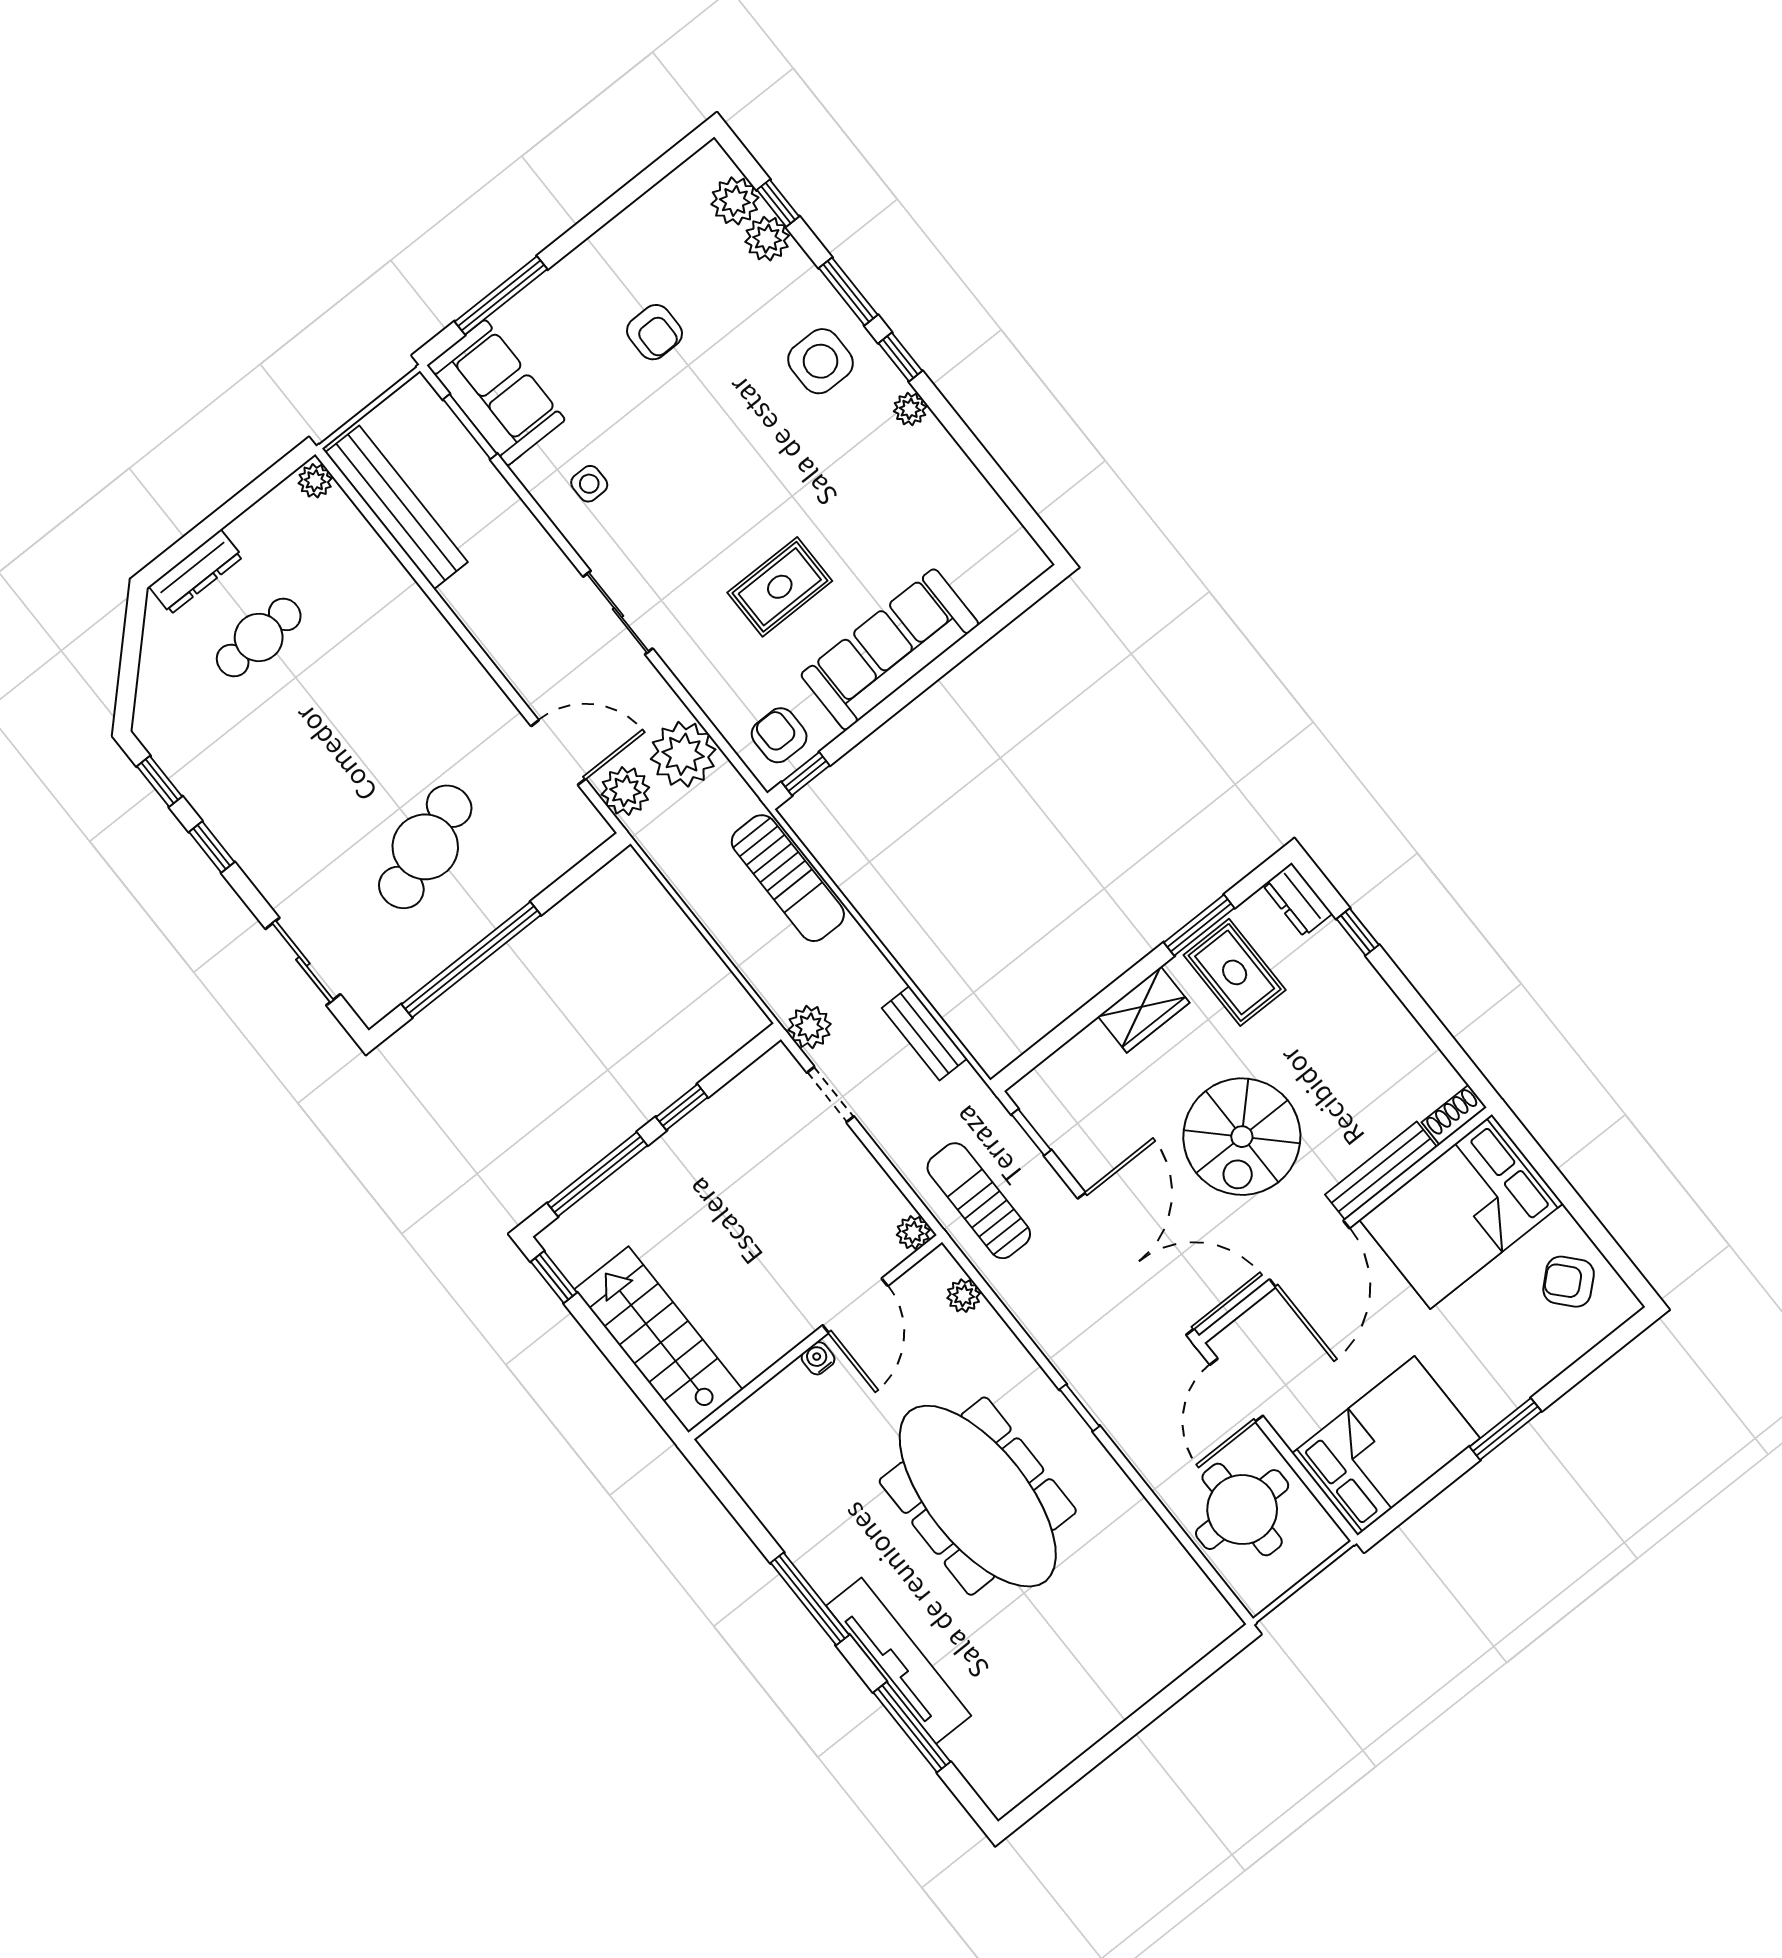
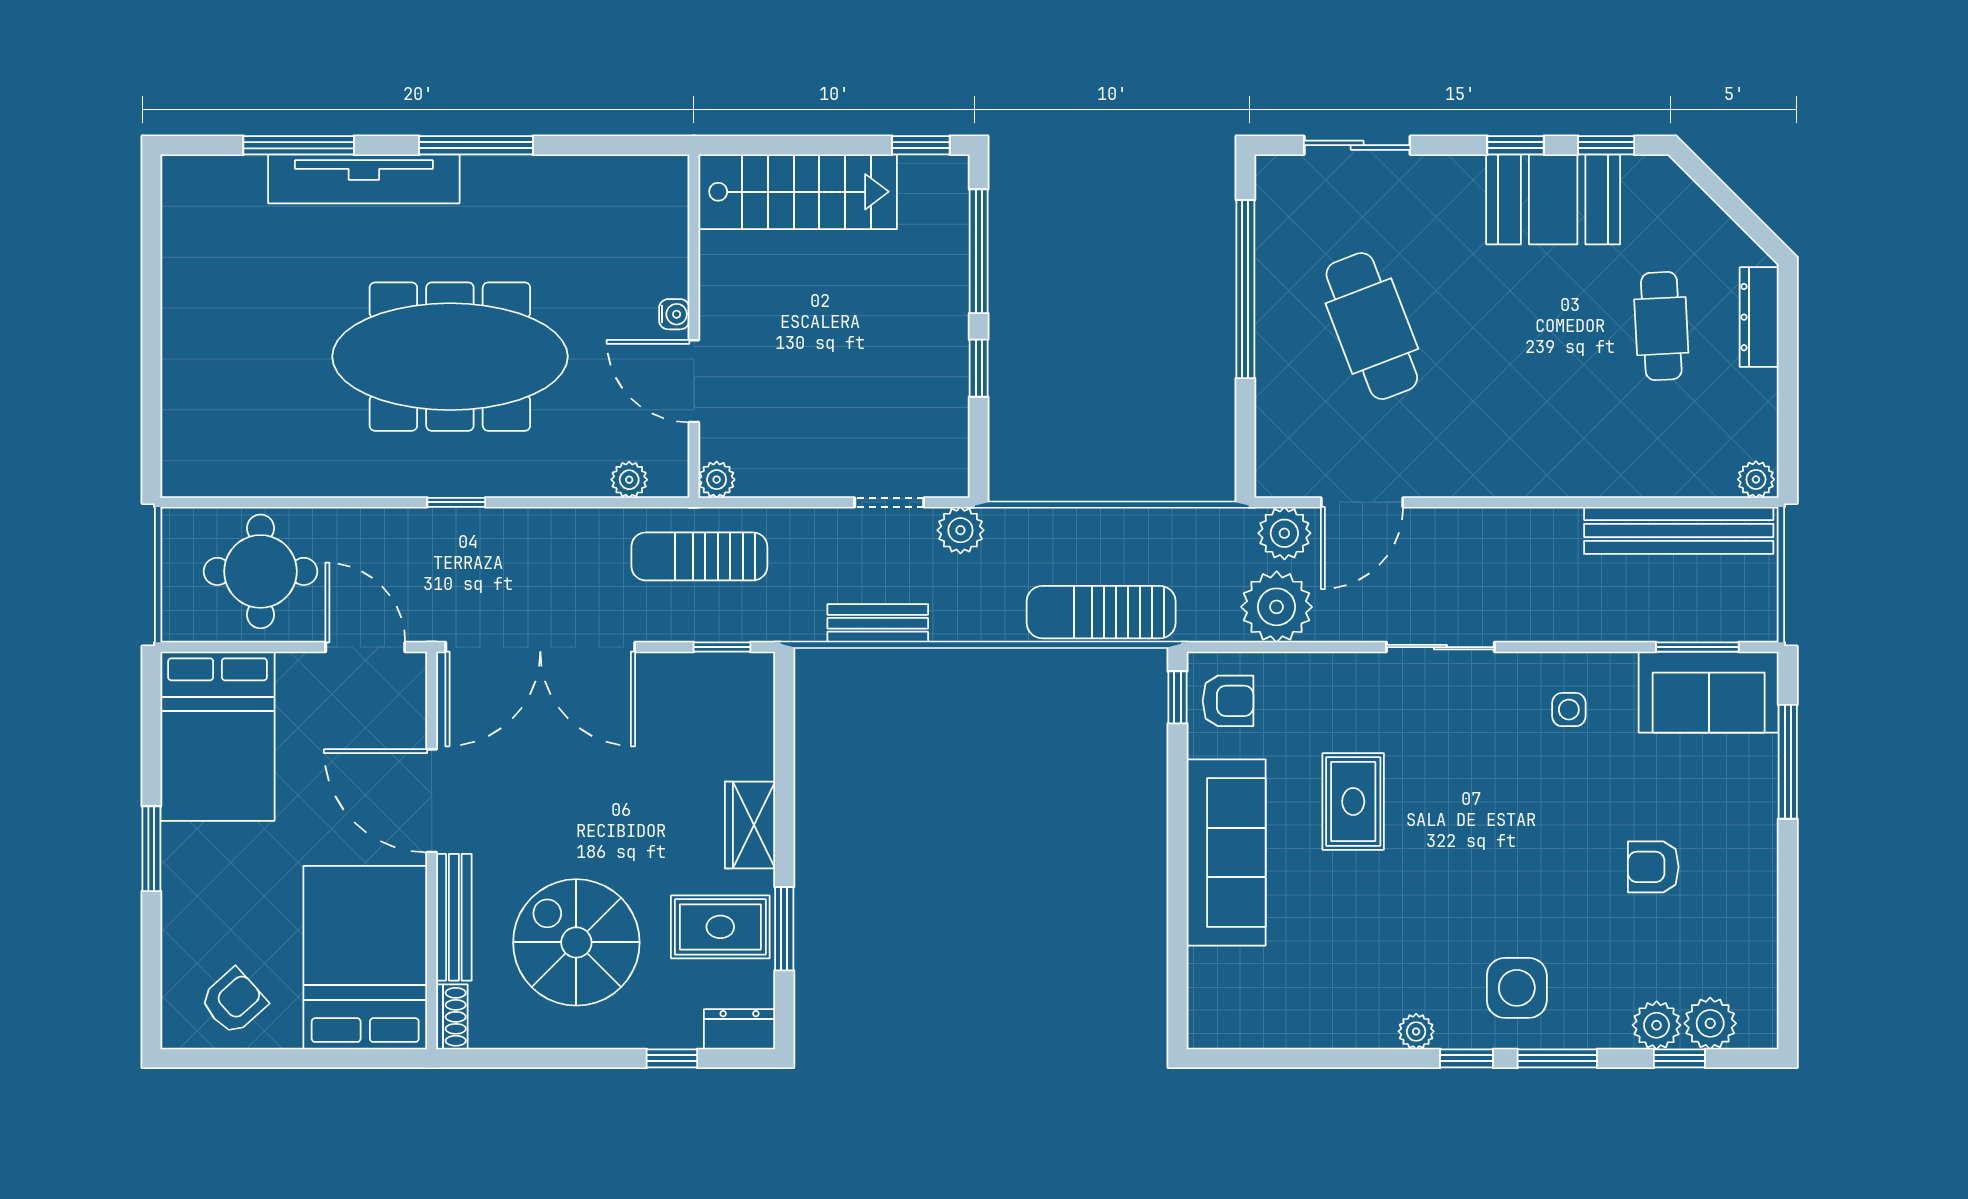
booth: (229, 789) -> (1553, 199), added
spiral stairs: (1242, 1137) -> (576, 942), moved
sun lounger: (979, 1201) -> (699, 556), turned 180

